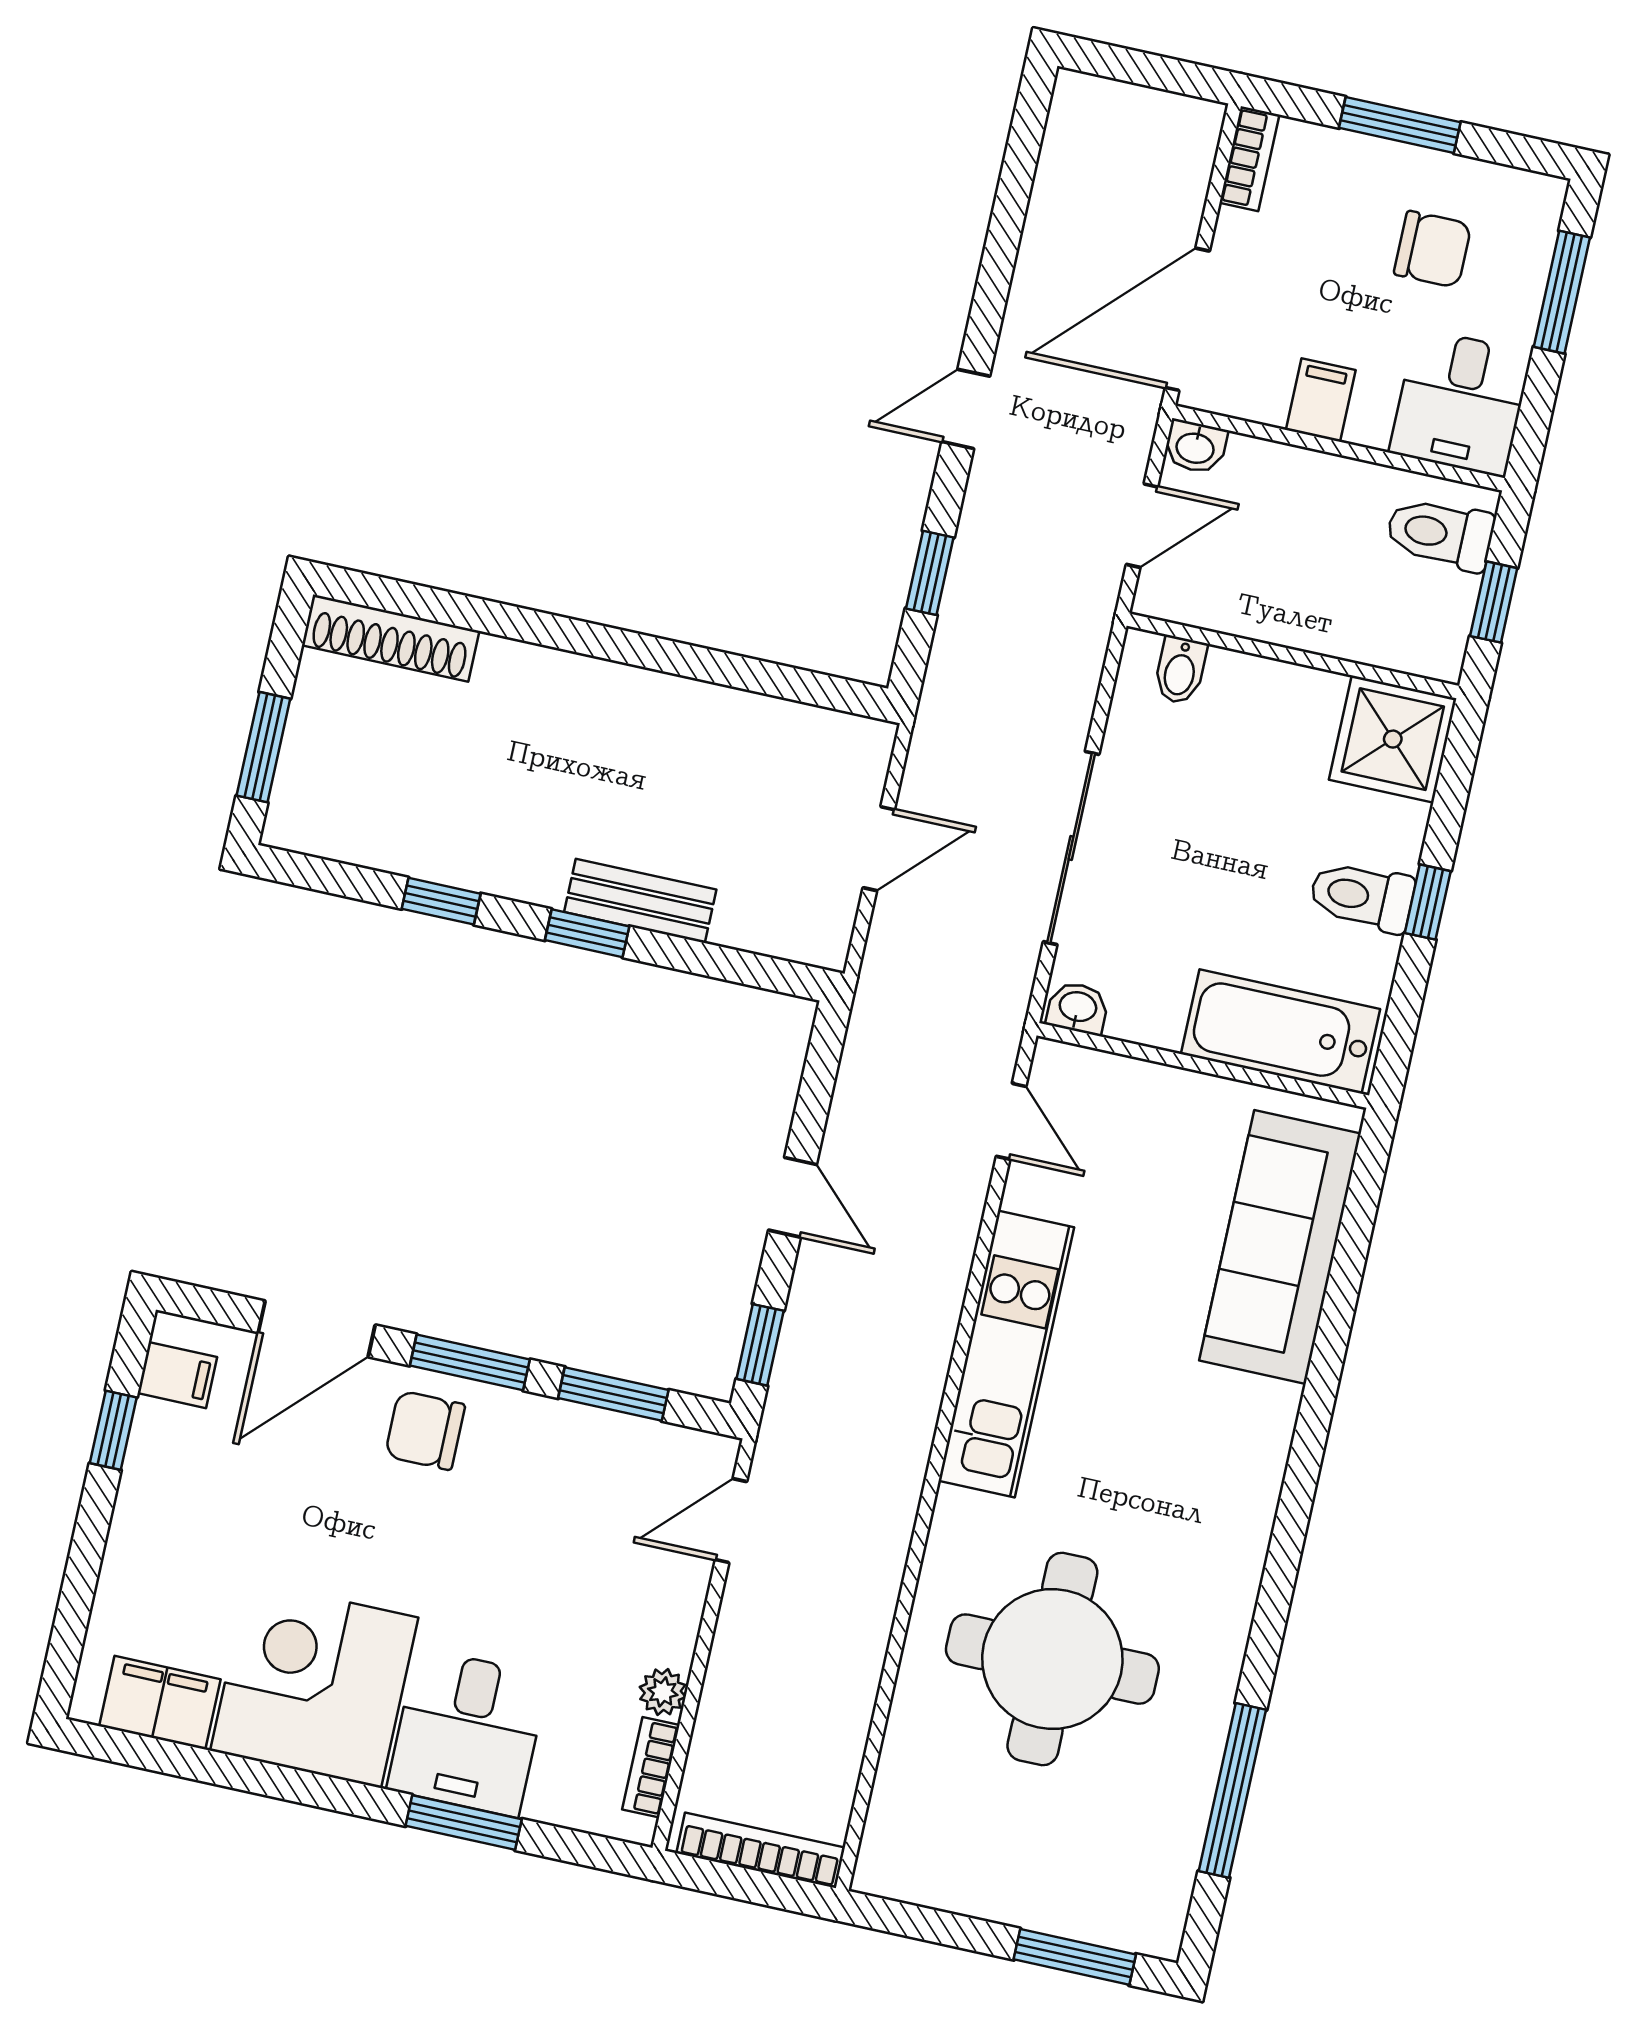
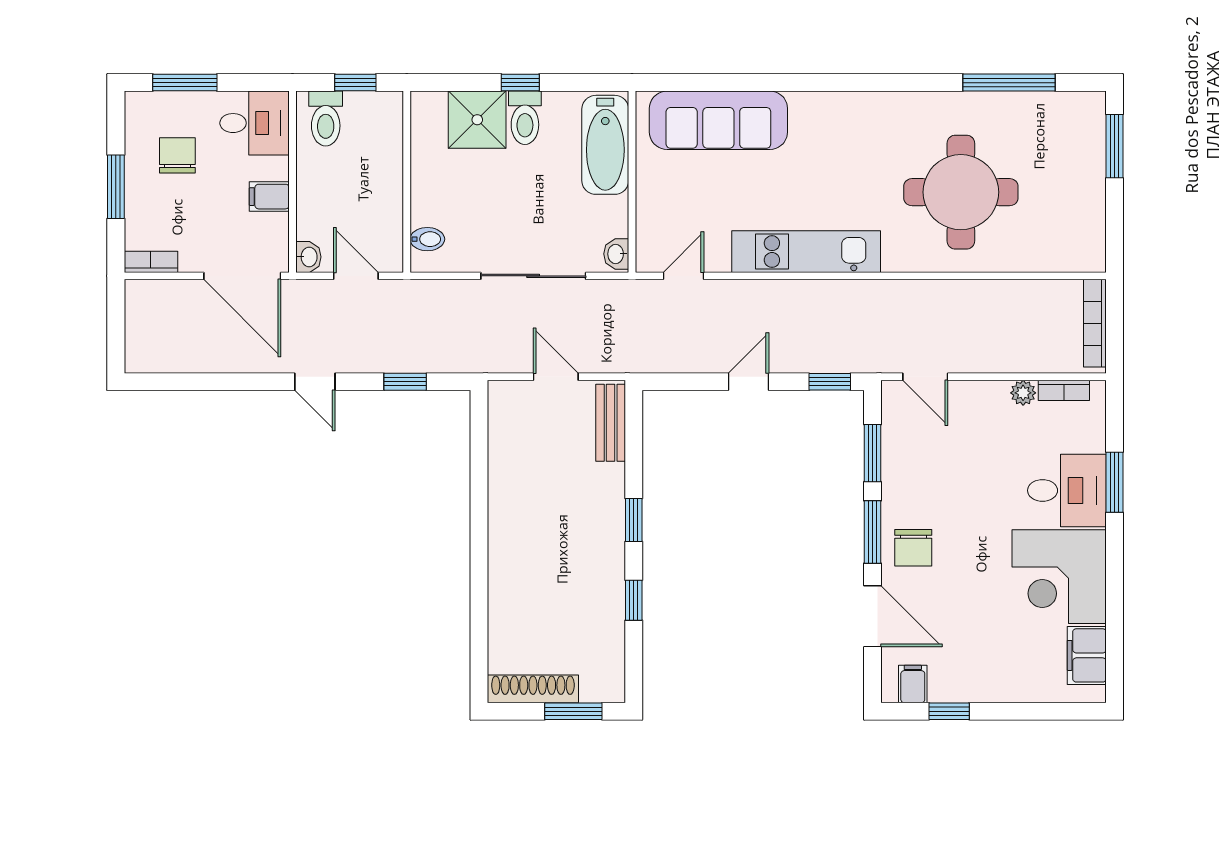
shoe rack: (391, 638) -> (533, 689), moved, turned -90
shower: (1393, 739) -> (477, 120), moved
bench: (640, 901) -> (611, 423), moved

